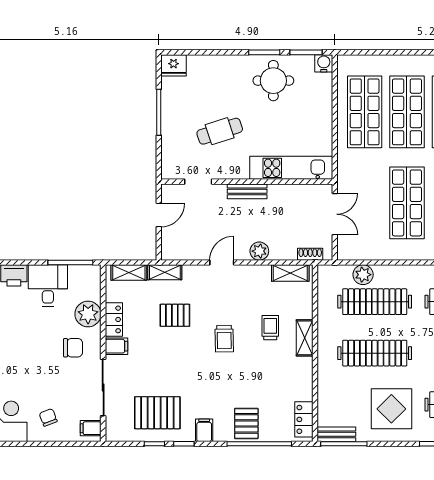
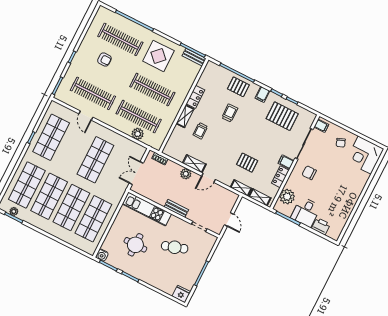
round table: (273, 81) -> (135, 245), moved
door: (159, 215) -> (229, 219), swing flipped
shelving: (290, 273) -> (194, 164), moved
plant: (88, 314) -> (287, 197), moved
trolley: (224, 339) -> (230, 113), moved
locker: (304, 419) -> (195, 97), moved
pallet: (246, 423) -> (238, 87), turned 90

